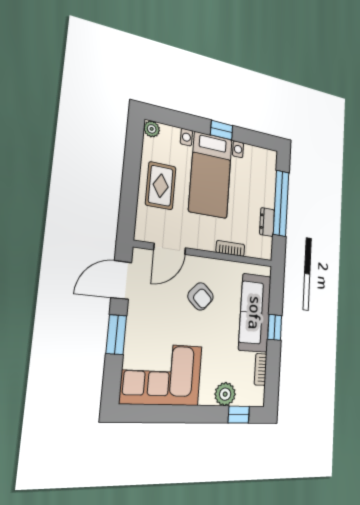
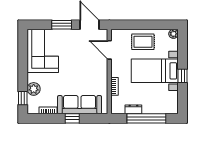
armchair: (201, 296) -> (86, 70), removed

